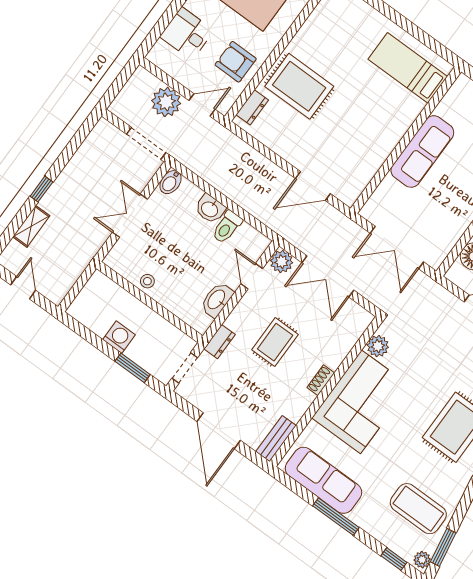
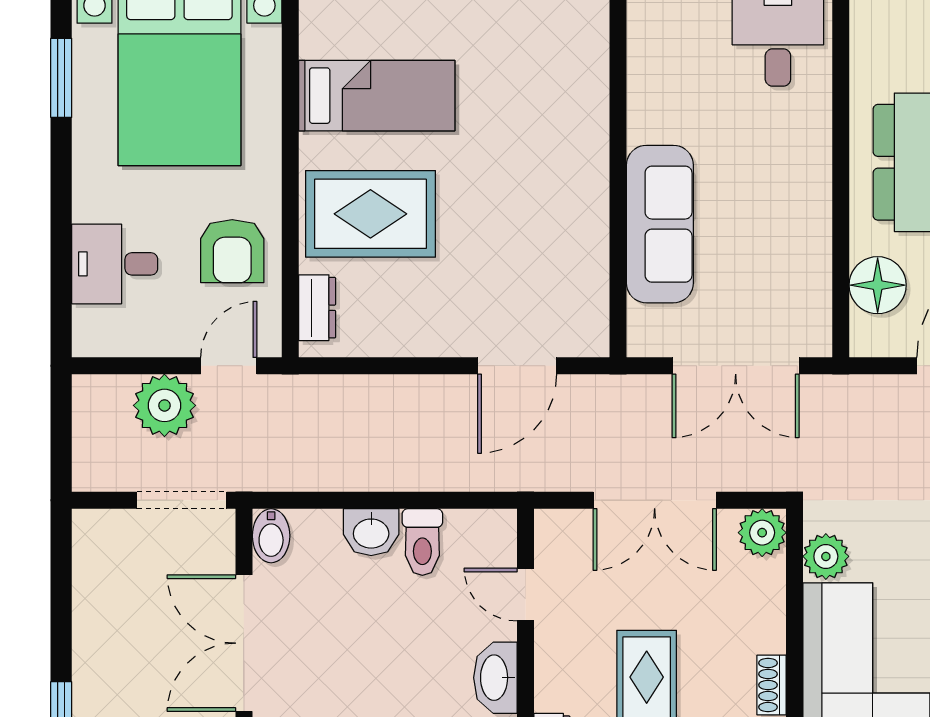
armchair: (236, 62) -> (232, 251), turned -90
bed: (408, 68) -> (377, 96), moved, turned 180
sofa: (422, 151) -> (660, 224), moved
double door: (130, 216) -> (244, 643), width x1.37
plant: (282, 262) -> (762, 533), moved

